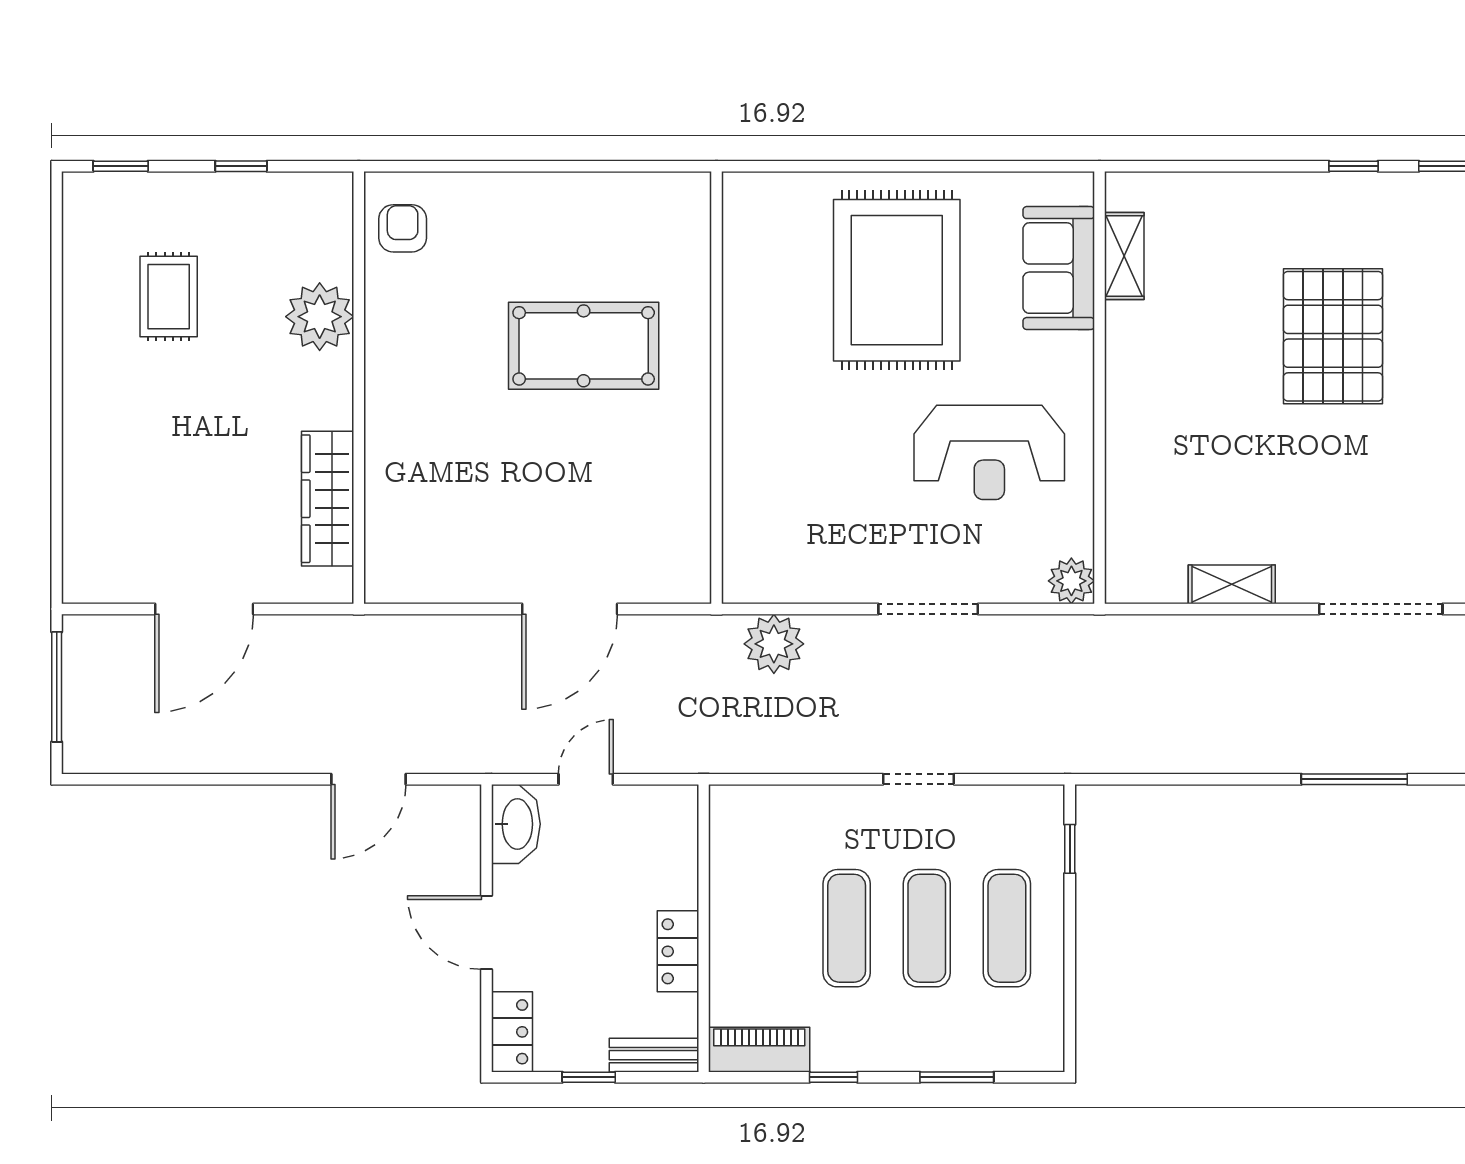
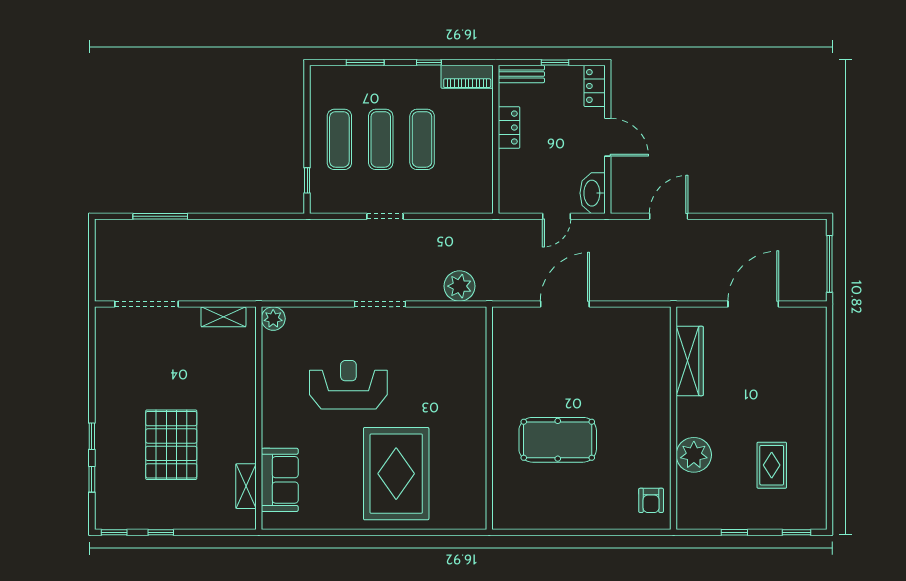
shelving: (1124, 256) -> (246, 486), moved
sofa: (1059, 268) -> (280, 480), moved
wall: (1100, 388) -> (259, 418), moved
plant: (1071, 581) -> (273, 319), moved

